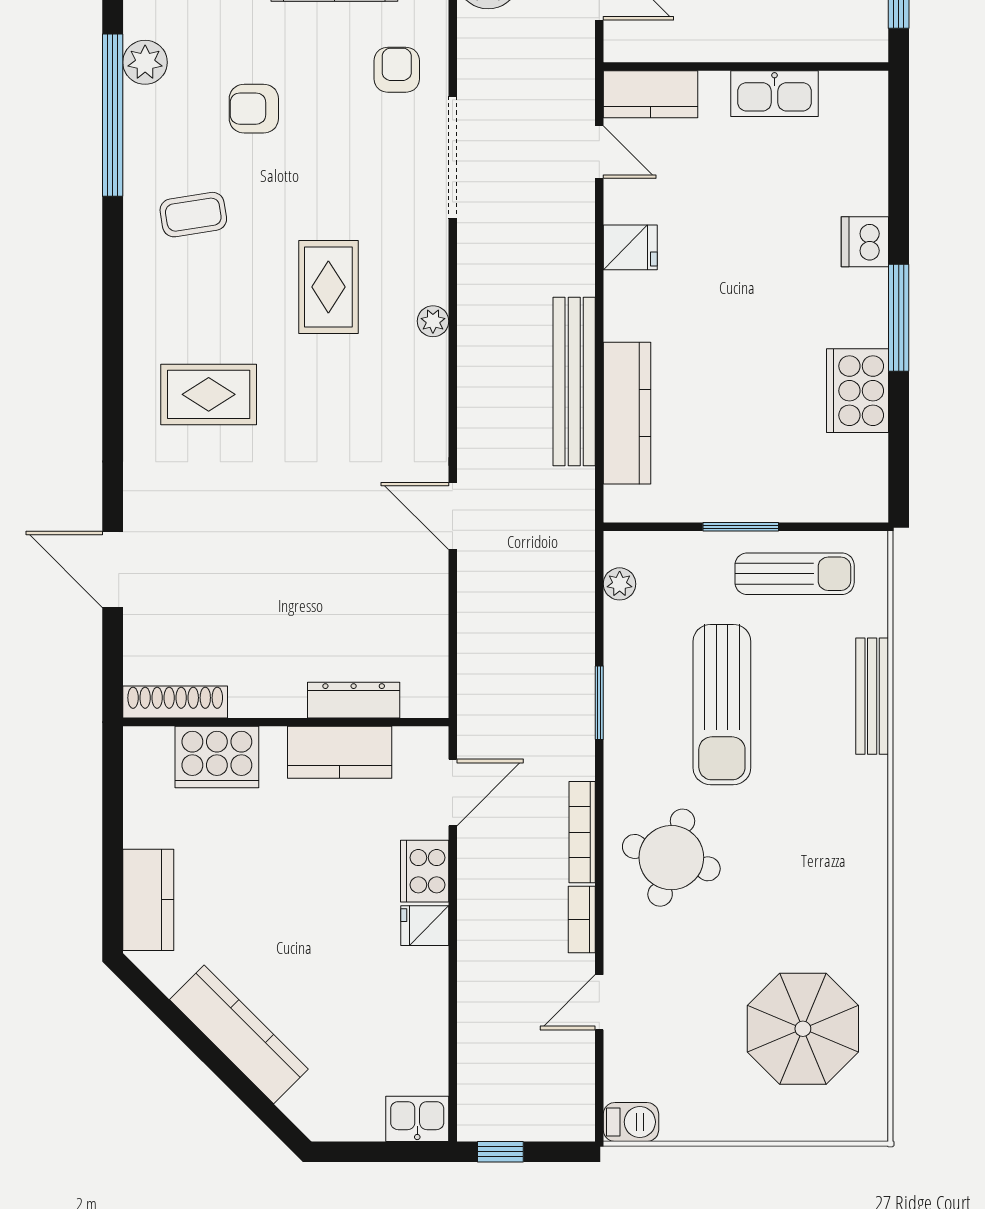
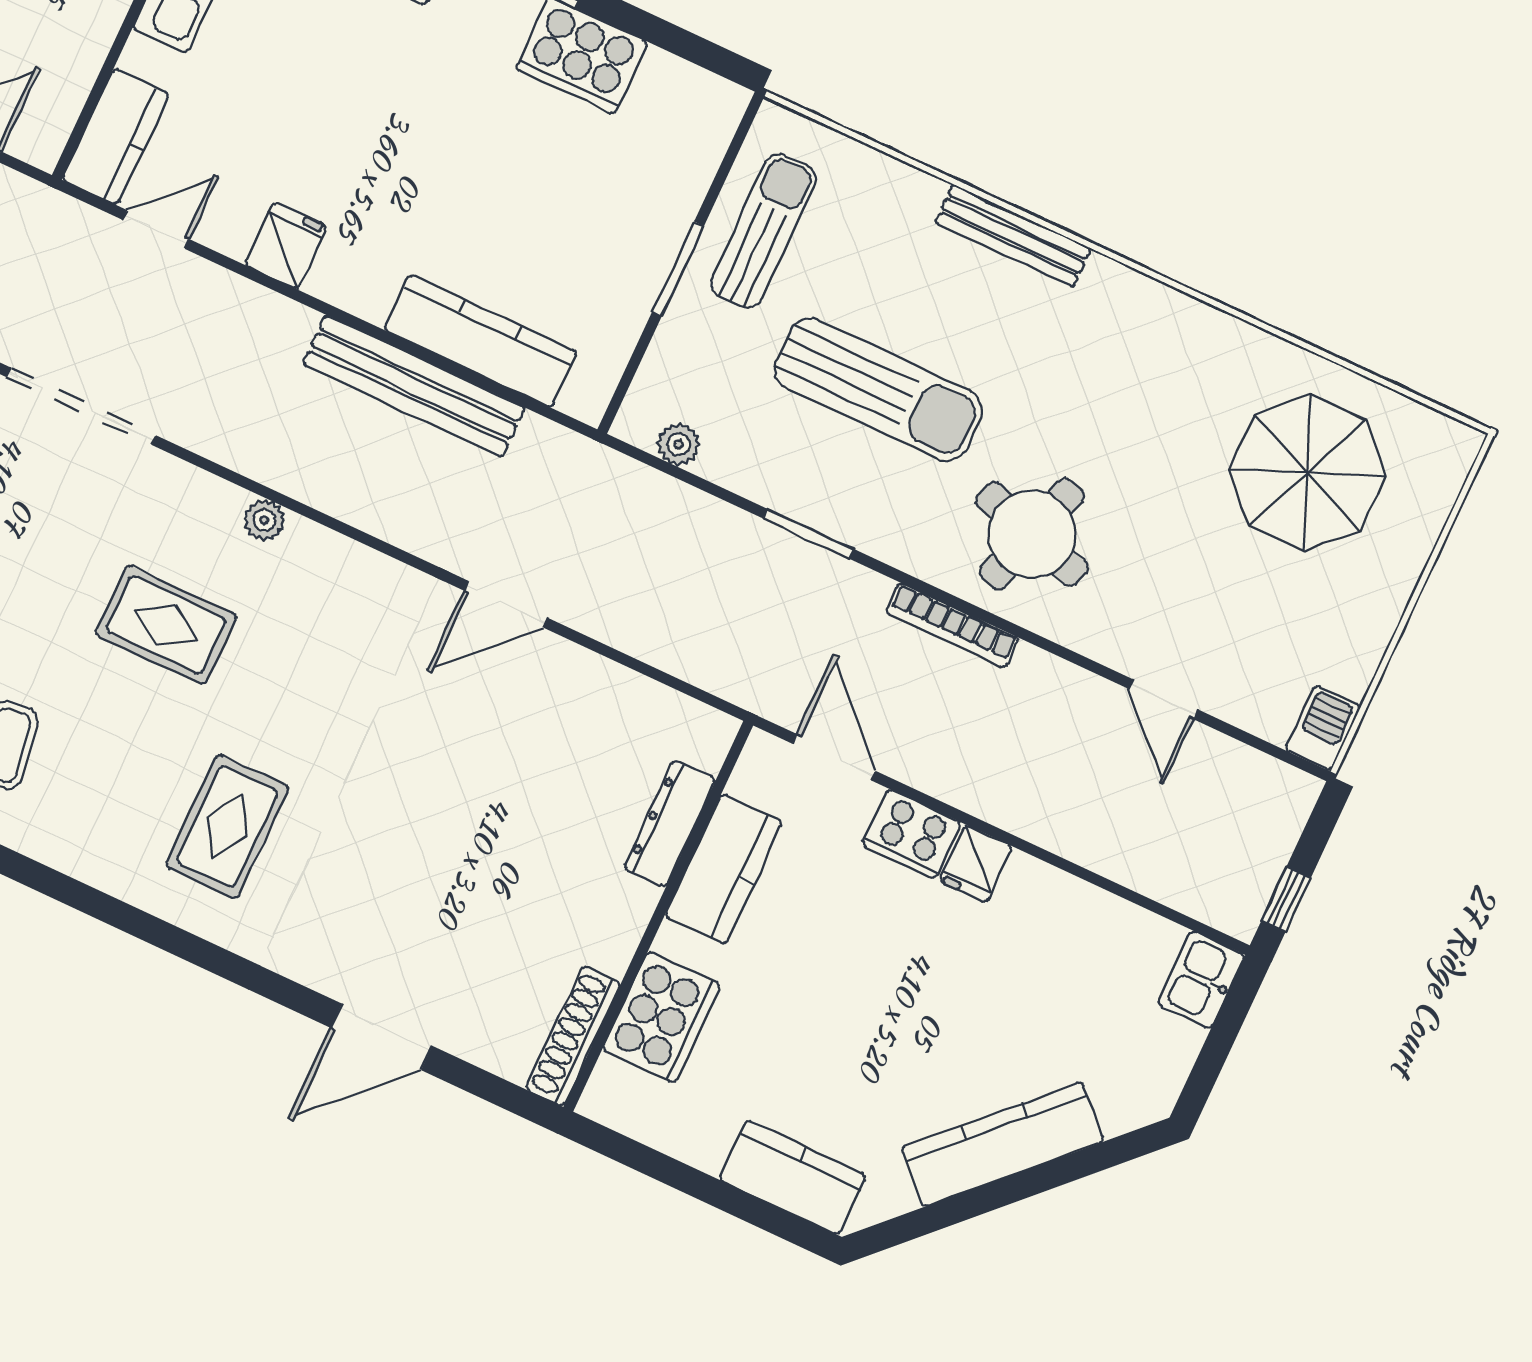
bench: (872, 696) -> (1013, 236), moved
bookcase: (582, 919) -> (1056, 674), removed

